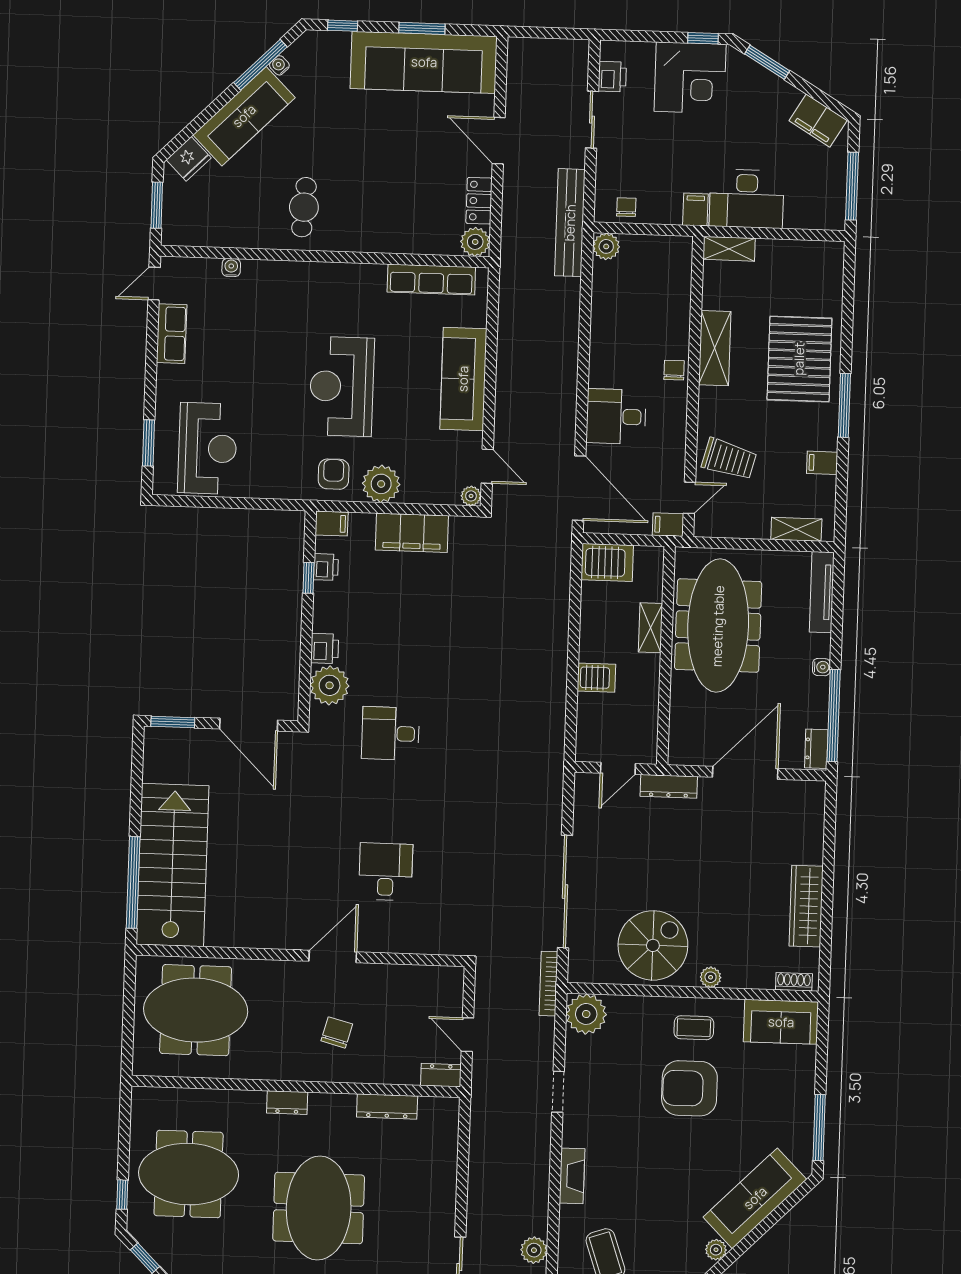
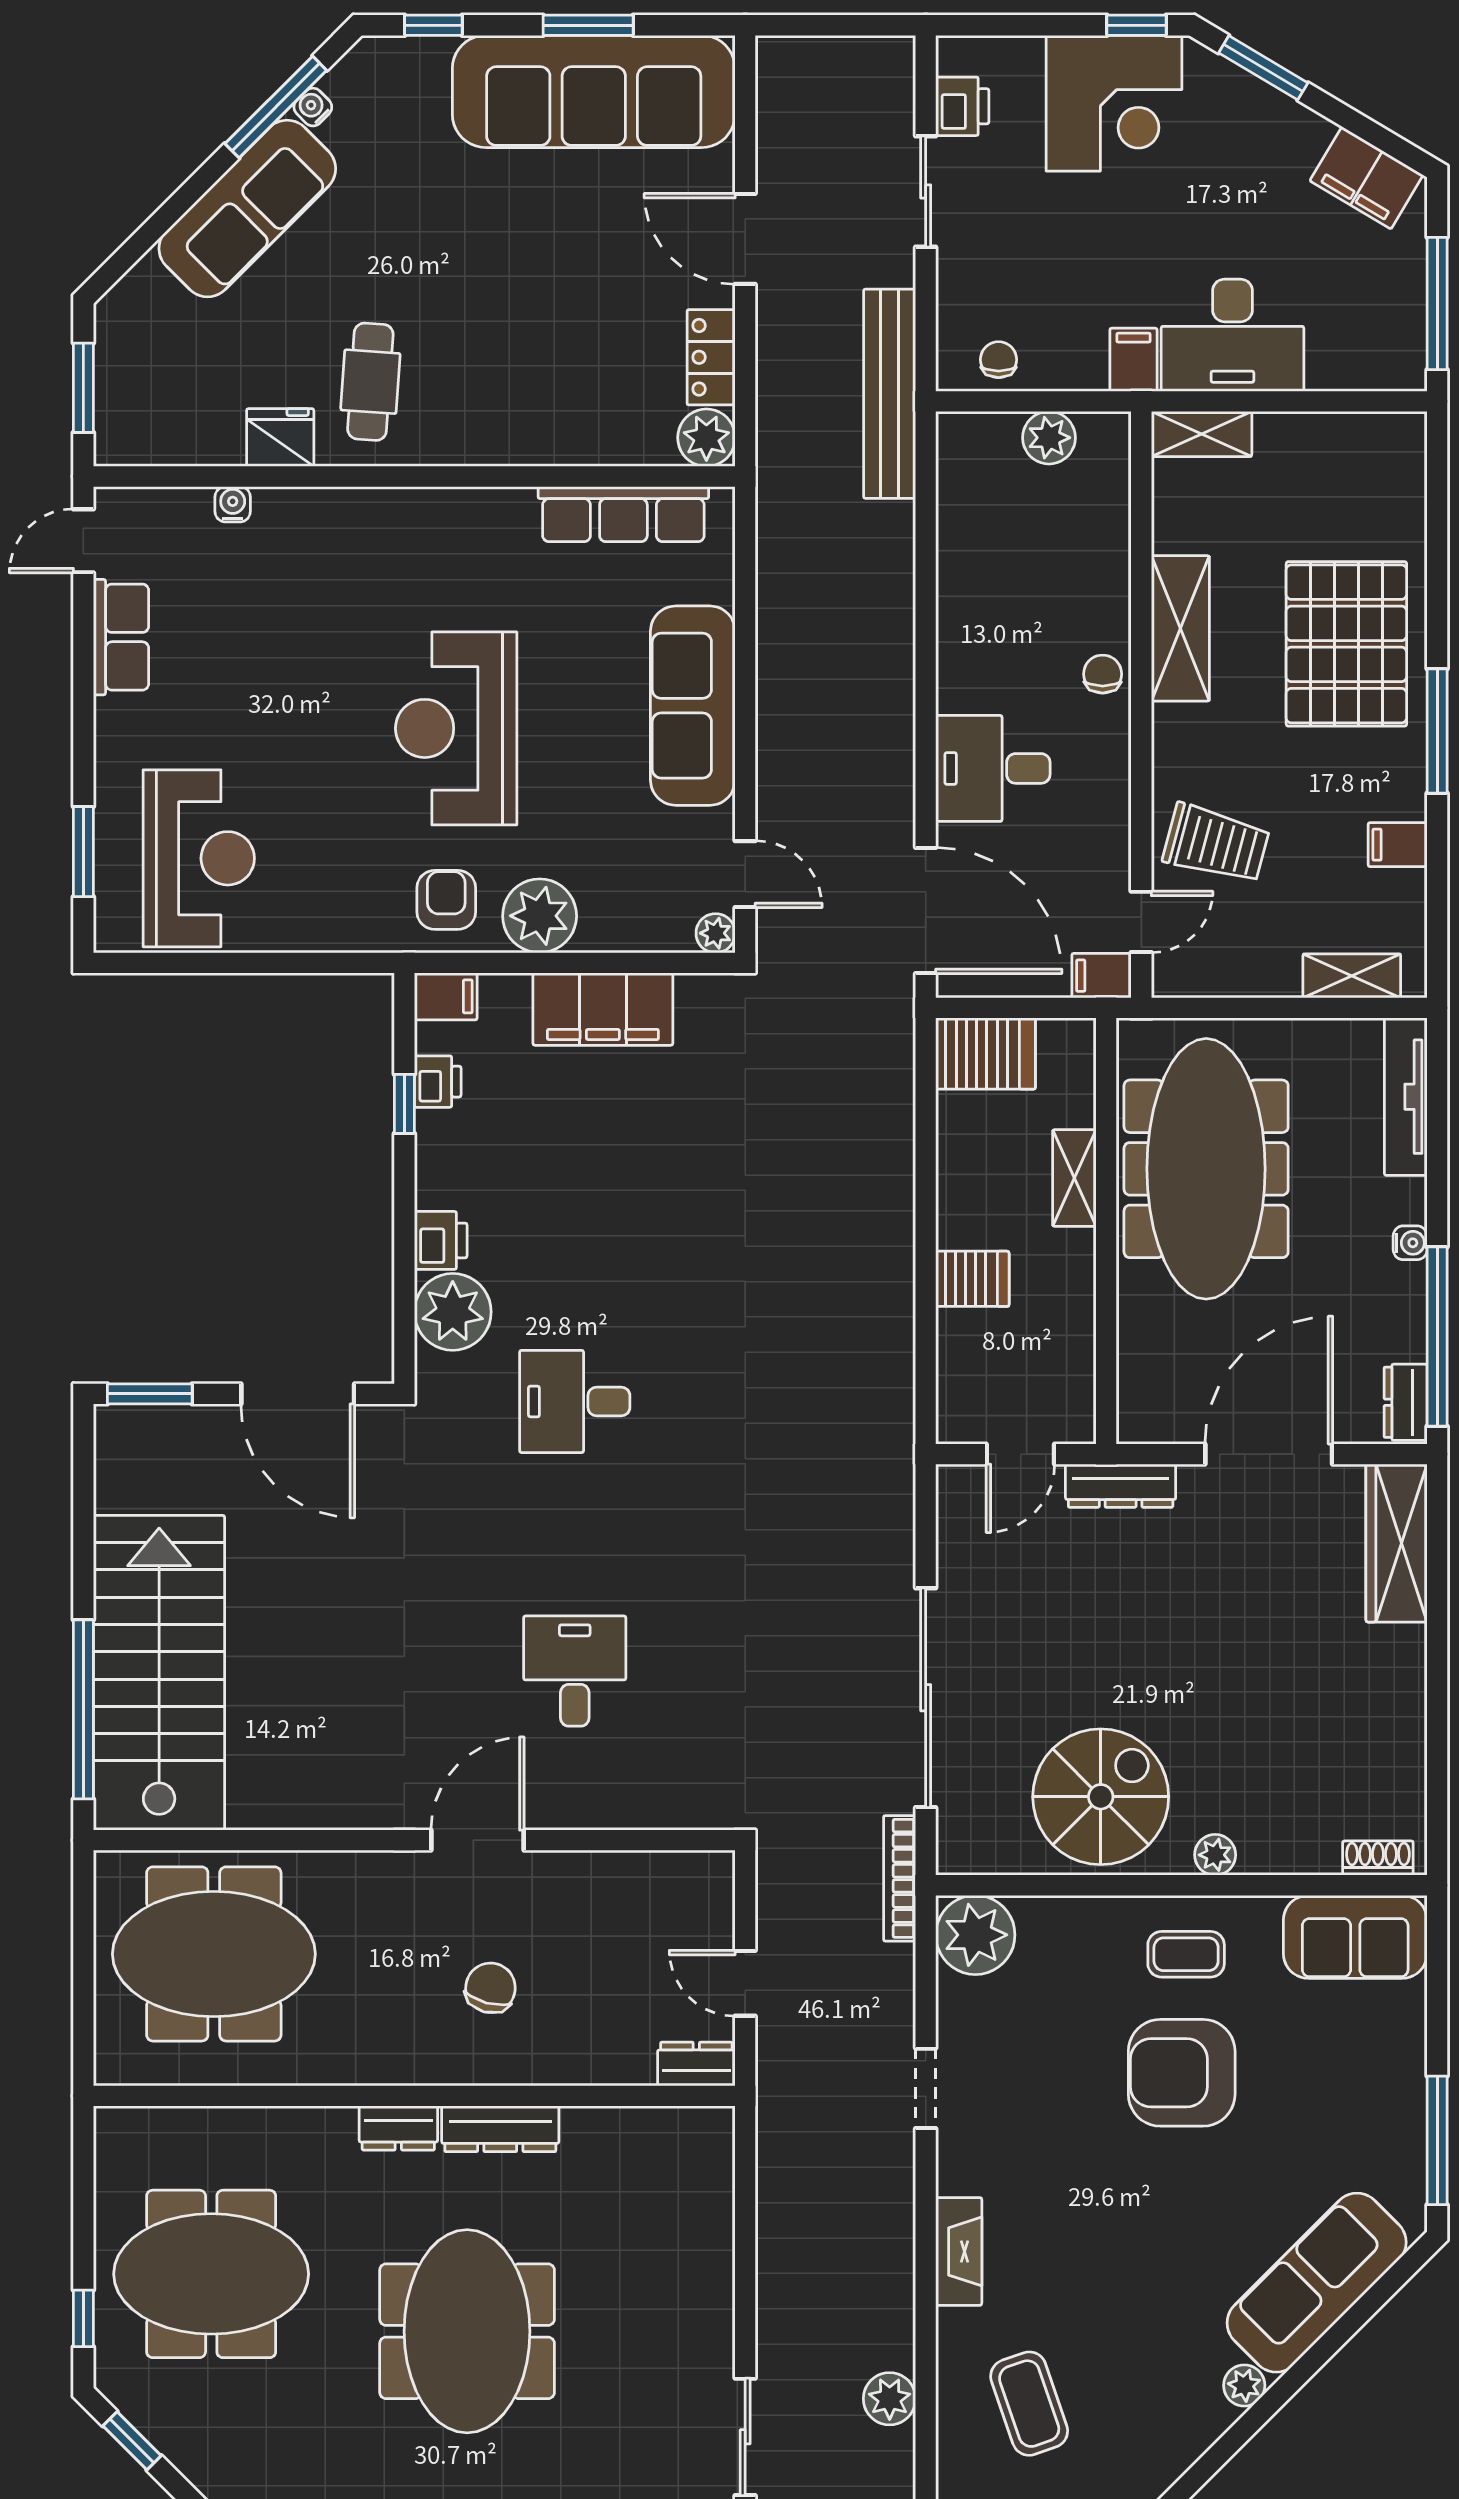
fridge: (189, 159) -> (280, 438), moved, turned -135
plant: (606, 246) -> (1049, 438), moved
wardrobe: (806, 906) -> (1397, 1543), moved
dresser: (387, 1107) -> (500, 2129), moved

